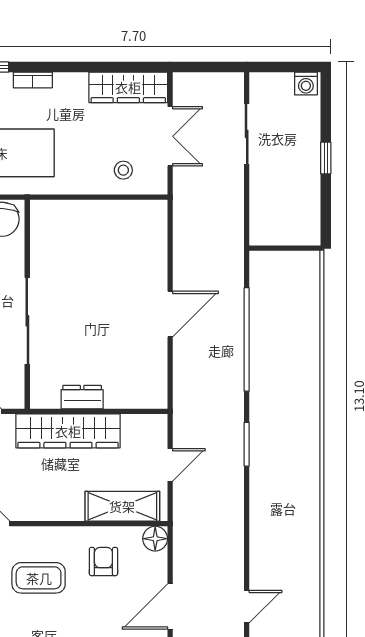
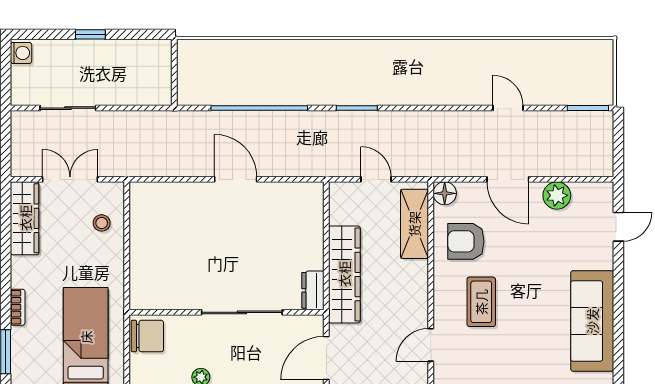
dresser: (82, 397) -> (313, 290), moved
armchair: (103, 561) -> (466, 241), width x1.38, depth x1.38

